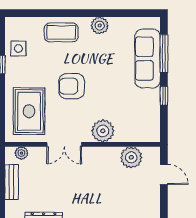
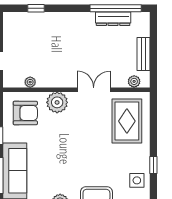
armchair: (72, 86) -> (25, 113), moved
plant: (131, 157) -> (30, 82), width x0.53, depth x0.53

